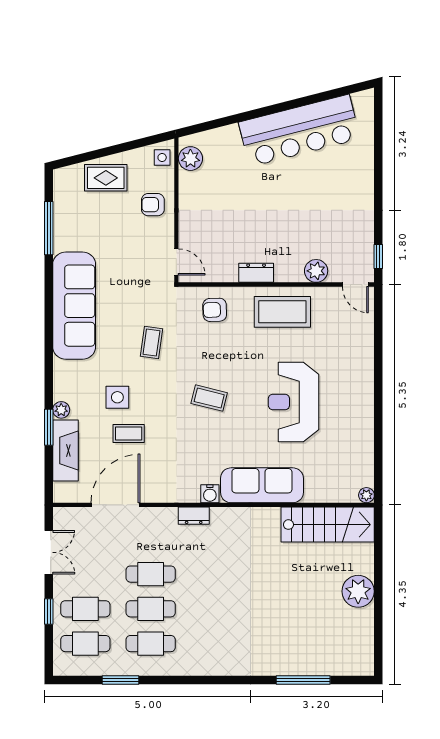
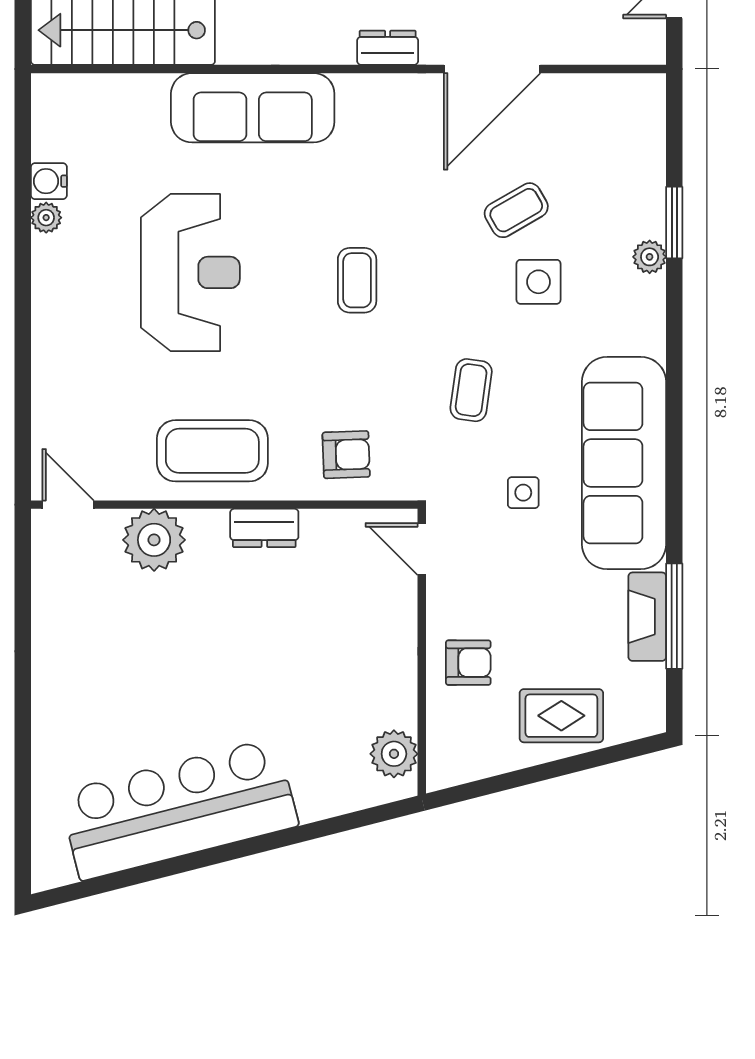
side table: (162, 157) -> (523, 493), moved
window: (378, 257) -> (23, 560), removed
plant: (316, 271) -> (154, 540), width x1.36, depth x1.36
coffee table: (209, 398) -> (357, 280), turned 76
coffee table: (129, 434) -> (516, 210), turned -30
fireplace: (65, 451) -> (647, 617), moved, width x0.73, depth x0.76
water cooler: (210, 494) -> (49, 181), moved, turned -90
plant: (366, 495) -> (46, 218), moved
door: (116, 505) -> (492, 69), moved

